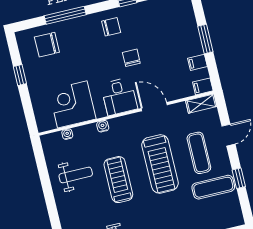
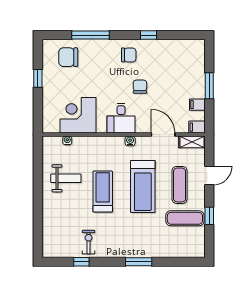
door: (154, 107) -> (163, 135), moved
water cooler: (103, 126) -> (130, 141), moved

